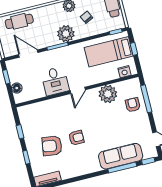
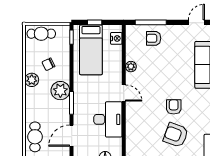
desk: (55, 81) -> (108, 119), width x1.37
plant: (108, 94) -> (131, 67), width x0.53, depth x0.53
armchair: (52, 146) -> (176, 135), turned 102

